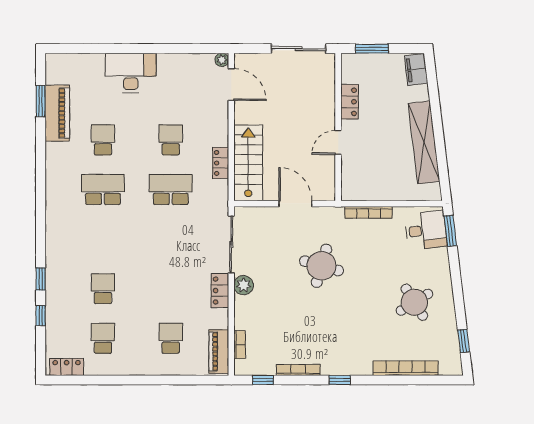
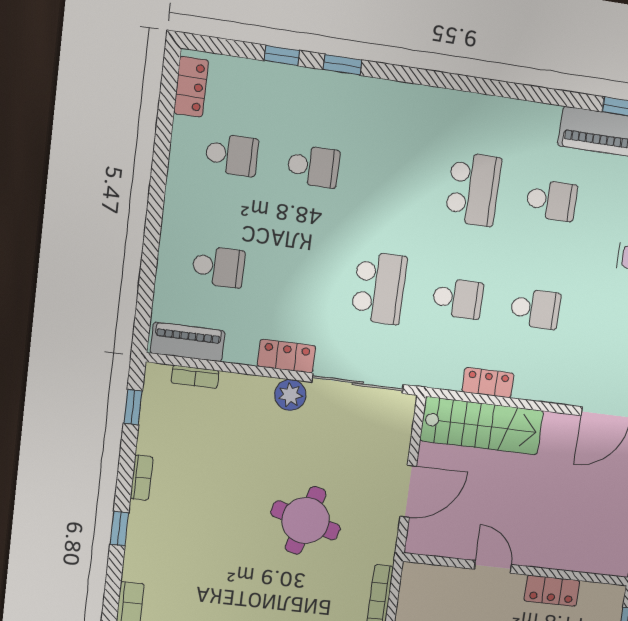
school desk: (171, 190) -> (458, 298), width x0.54
school desk: (171, 239) -> (379, 288), added
bookcase: (298, 370) -> (142, 478), width x0.64

